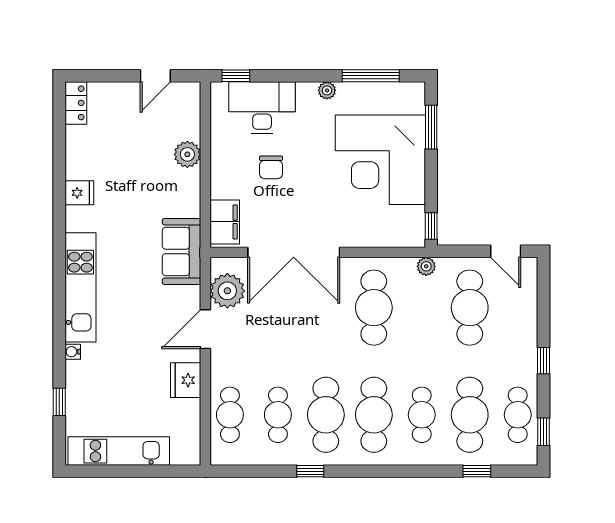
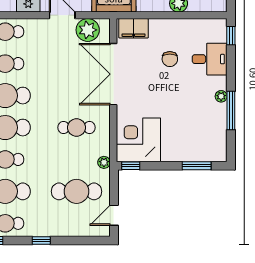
window: (371, 76) -> (231, 111), moved
desk: (262, 108) -> (210, 59), width x0.73
corner desk: (380, 160) -> (138, 140), moved, width x0.74, depth x0.74
chair: (271, 167) -> (170, 59), turned -90
cafe table: (374, 308) -> (76, 128), width x0.73, depth x0.74

